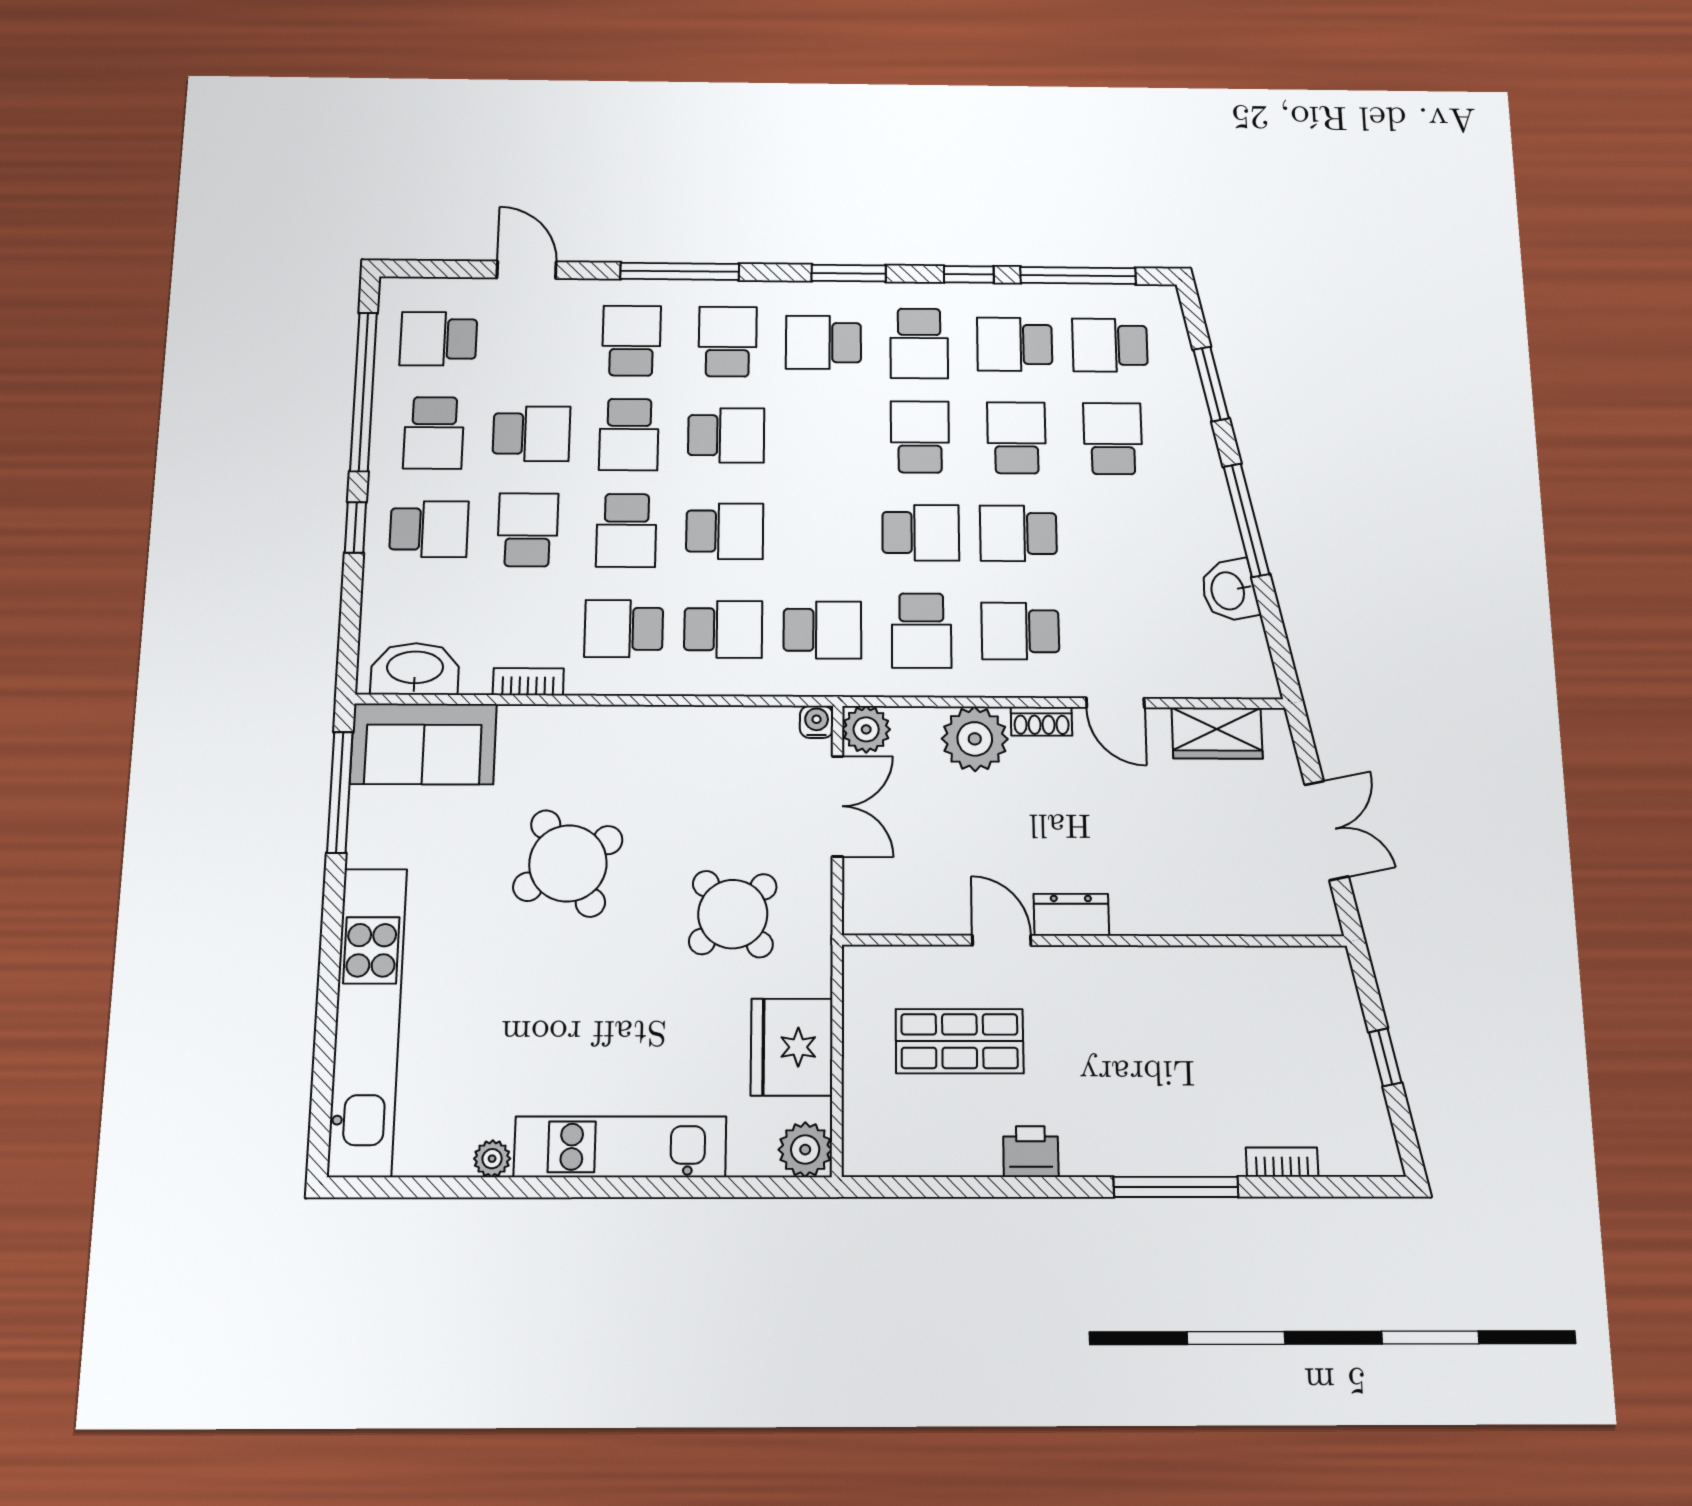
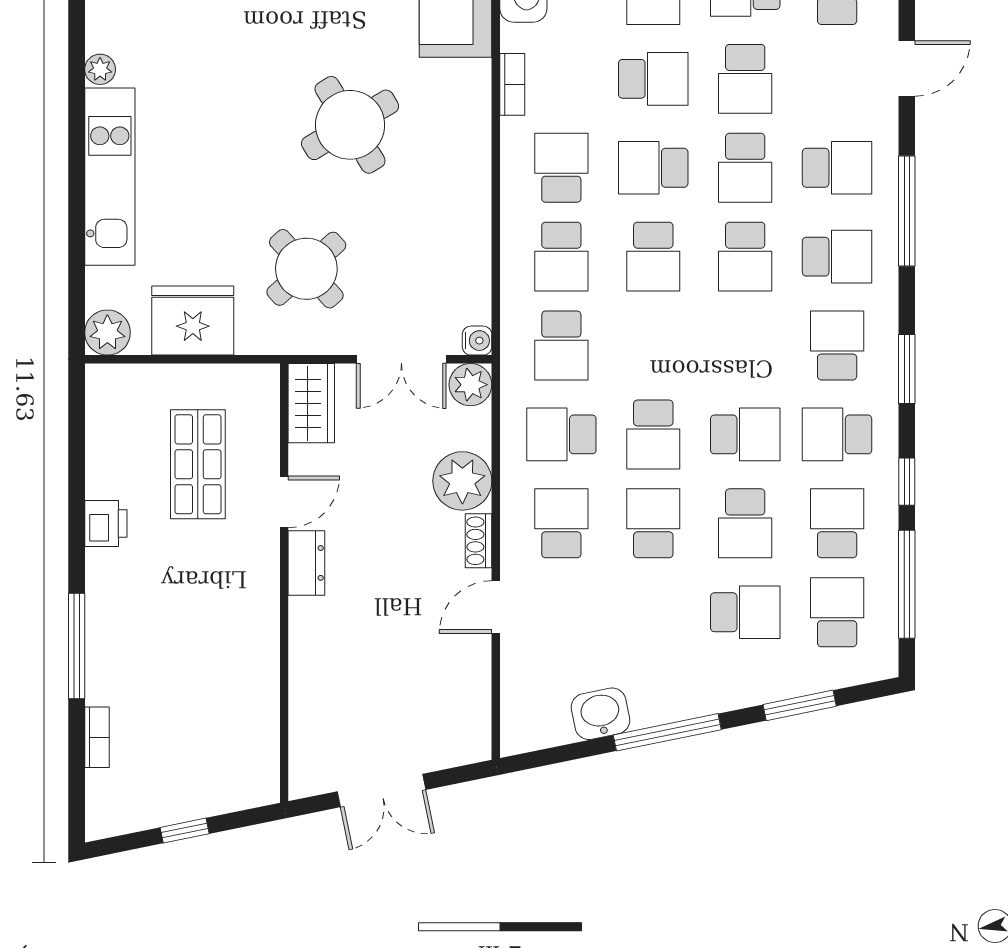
school desk: (629, 434) -> (745, 168), turned -90
school desk: (1016, 438) -> (745, 523), turned 90
wardrobe: (1217, 733) -> (311, 403), moved, turned 180

